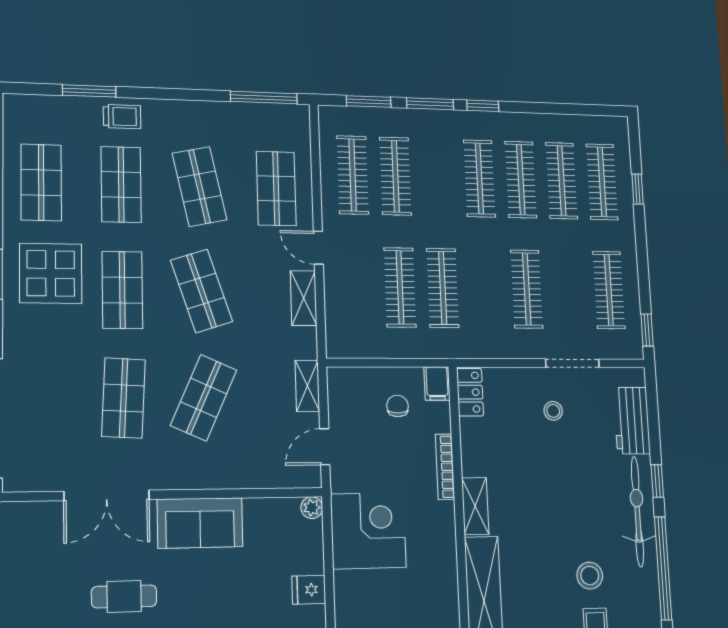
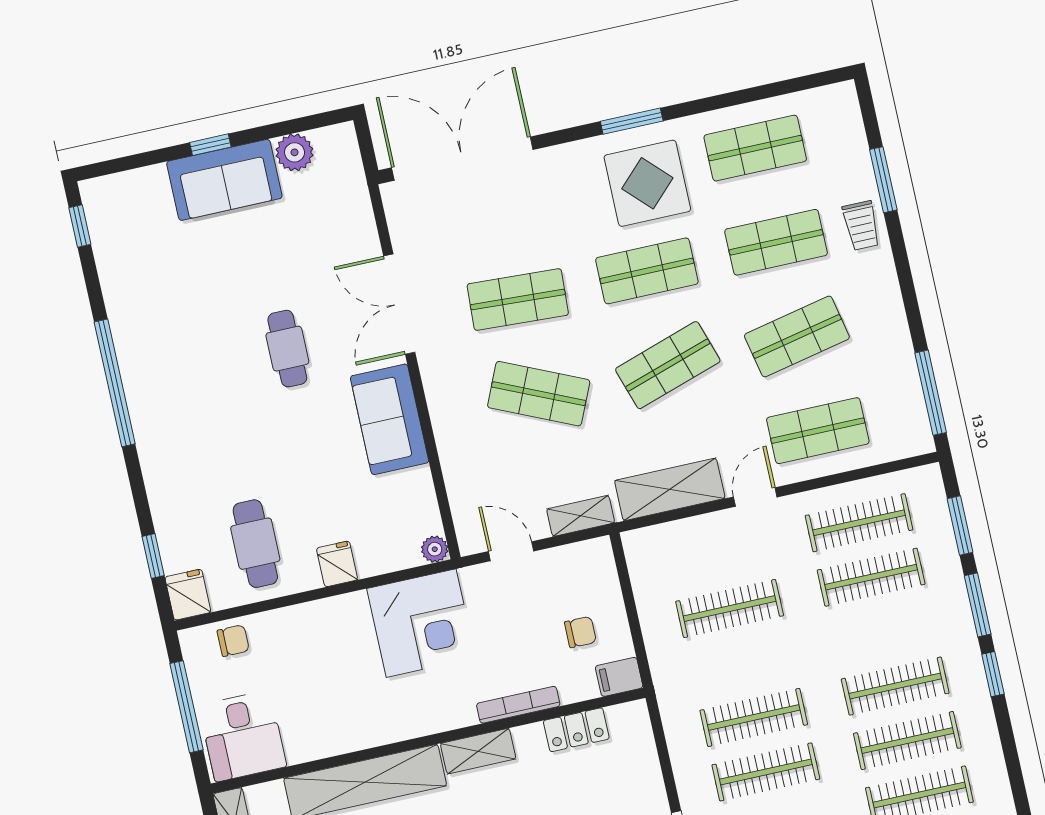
clothes rail: (443, 288) -> (754, 717), moved
shelving: (304, 298) -> (670, 489), width x1.50, depth x1.33
locker: (470, 392) -> (576, 730), moved

